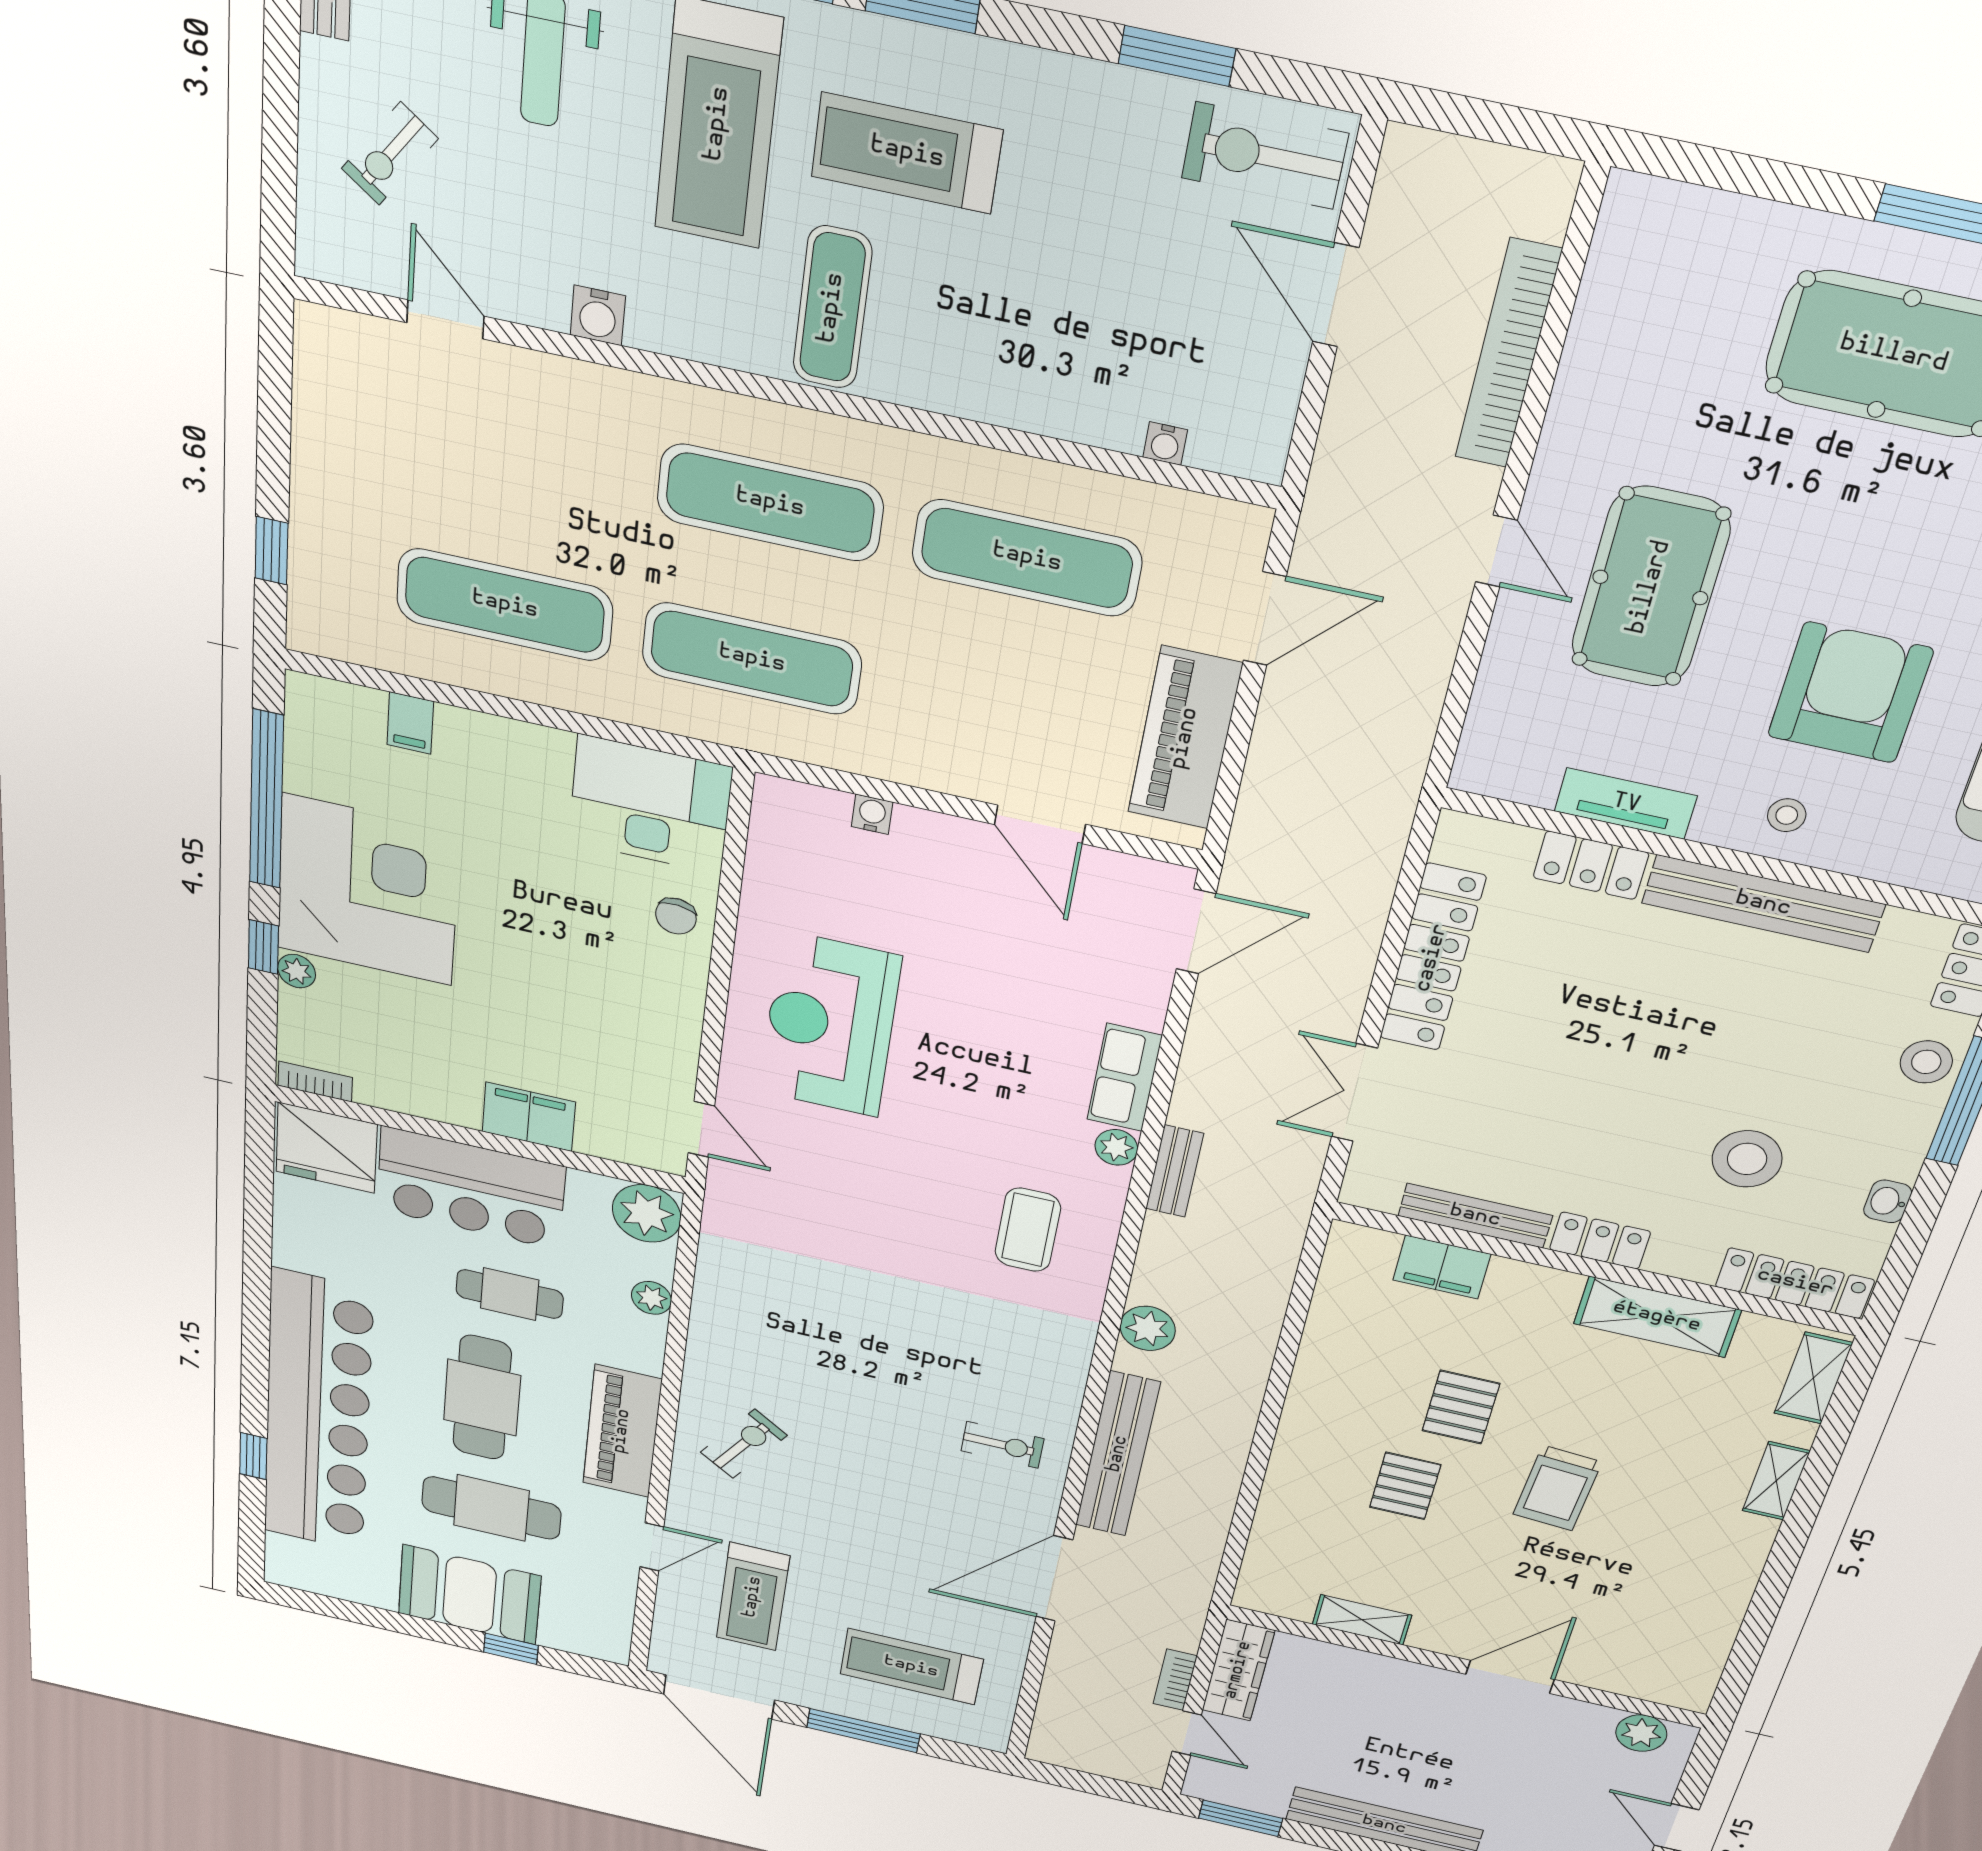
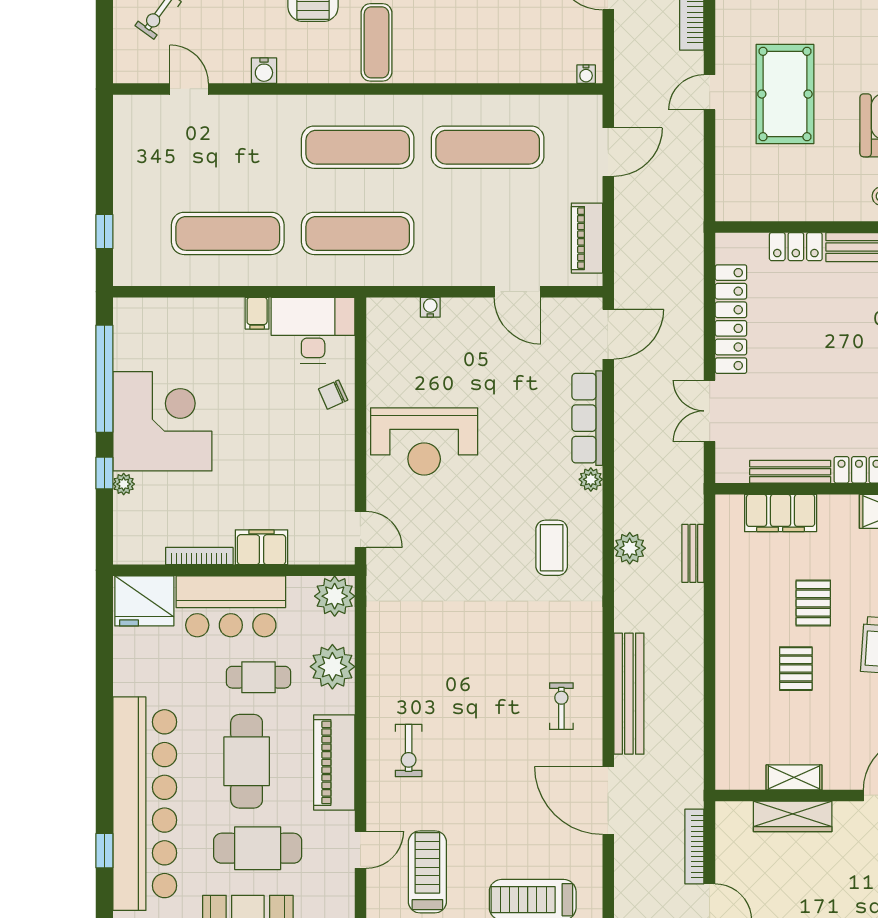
water cooler: (1165, 444) -> (586, 74), moved
door: (1496, 551) -> (710, 92), swing flipped
filing cabinet: (410, 723) -> (257, 313), moved
piano: (1185, 738) -> (587, 238), width x0.73, depth x0.75
tv unit: (1626, 804) -> (804, 209), removed
chair: (676, 916) -> (333, 395), turned 60
reception desk: (830, 1025) -> (424, 441), turned -90
row of seats: (1125, 1078) -> (587, 418), width x1.48
bookcase: (315, 1082) -> (199, 556), moved, width x1.56
bench: (1175, 1171) -> (693, 553), moved
filing cabinet: (1442, 1267) -> (781, 513), width x1.50, depth x1.17
plant: (651, 1298) -> (332, 667), width x1.88, depth x1.88
plant: (1148, 1328) -> (630, 548), moved
exercise bike: (744, 1444) -> (409, 750), turned 146
exercise bike: (1002, 1445) -> (561, 706), turned -90
door: (1054, 1579) -> (608, 800), hinge flipped
treadmill: (753, 1597) -> (427, 872), turned 180
wardrobe: (1238, 1670) -> (793, 816), moved, turned 90
bookcase: (1175, 1680) -> (694, 846), width x1.56

